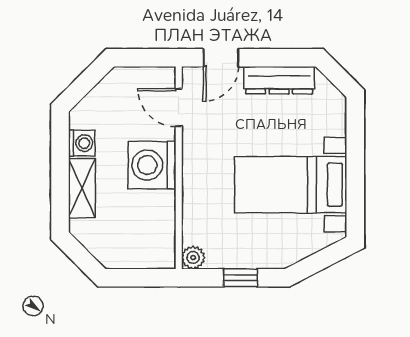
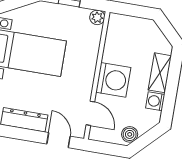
door: (221, 58) -> (59, 140), hinge flipped
boiler: (112, 85) -> (130, 134), added

